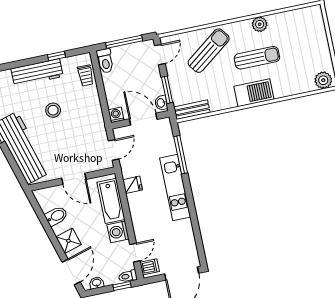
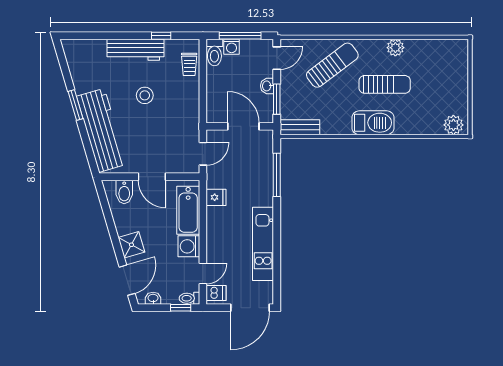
washbasin: (161, 103) -> (267, 86), moved
washing machine: (116, 115) -> (232, 47), moved, turned 180
kitchen unit: (175, 188) -> (263, 244), moved
bidet: (56, 216) -> (124, 192), moved, turned 106

